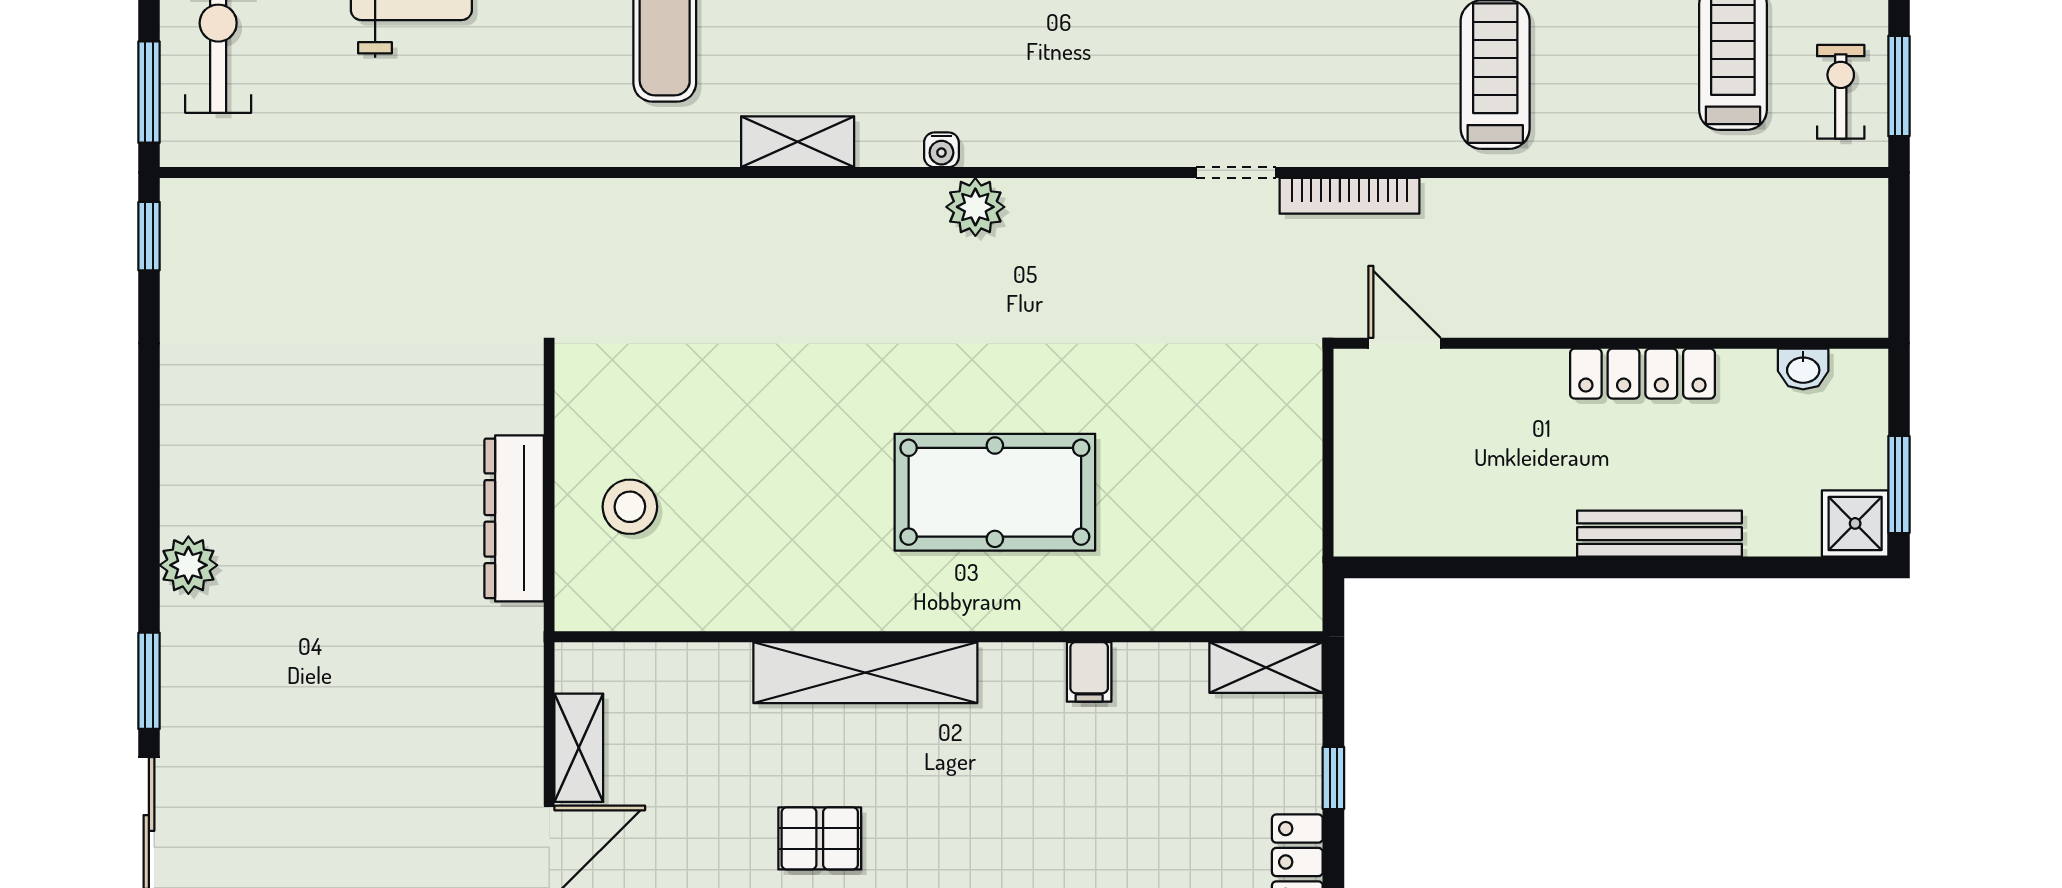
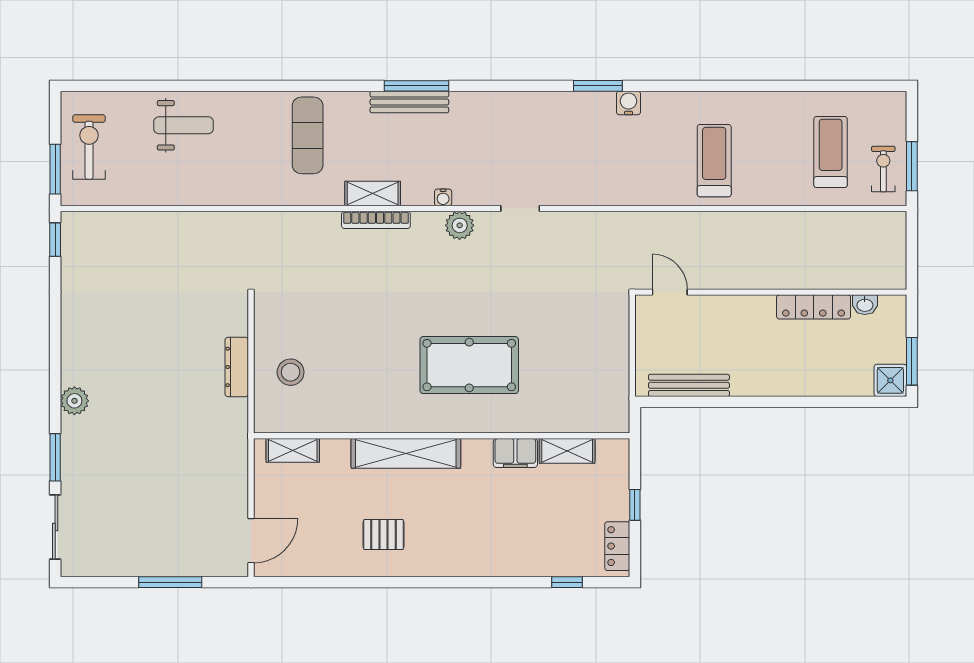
doorway: (1236, 173) -> (520, 209), moved
bookcase: (1349, 196) -> (376, 220), moved
locker: (1642, 374) -> (814, 307), moved
dresser: (514, 518) -> (237, 367), width x0.73, depth x0.80
bench: (1659, 534) -> (689, 385), moved
shelving: (1266, 668) -> (567, 451), moved
filing cabinet: (1089, 672) -> (515, 453), width x2.00
shelving: (579, 748) -> (293, 450), moved, turned 90

